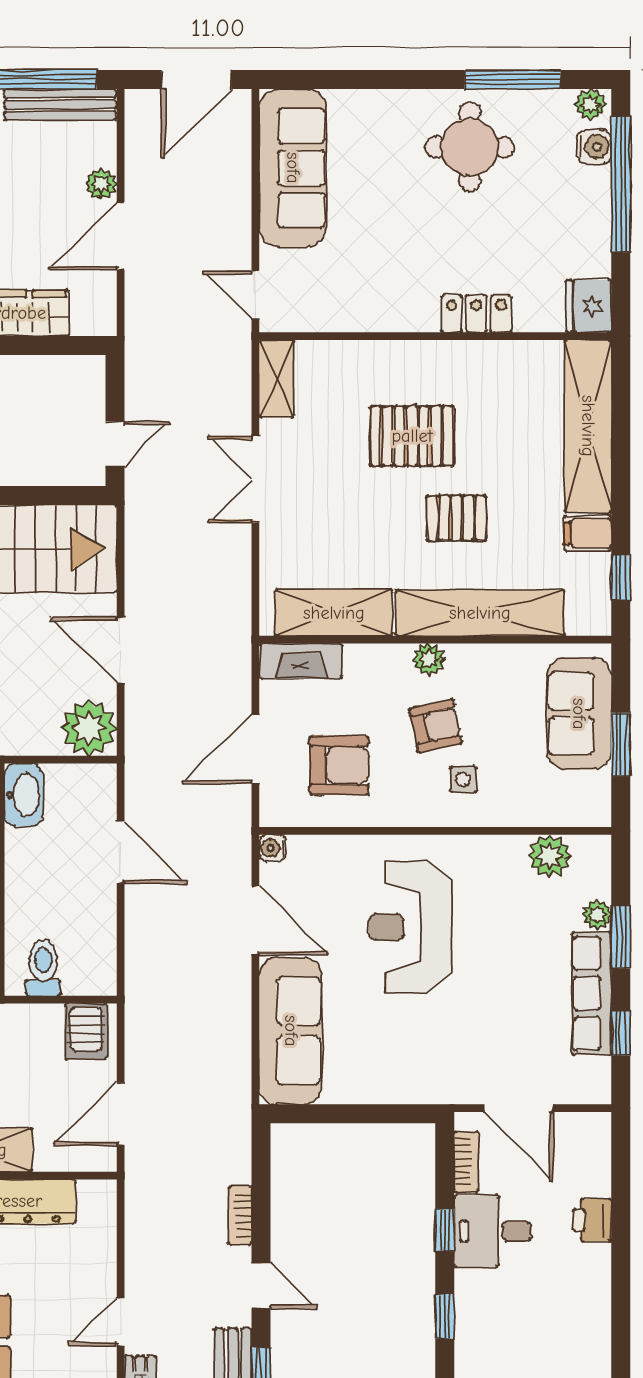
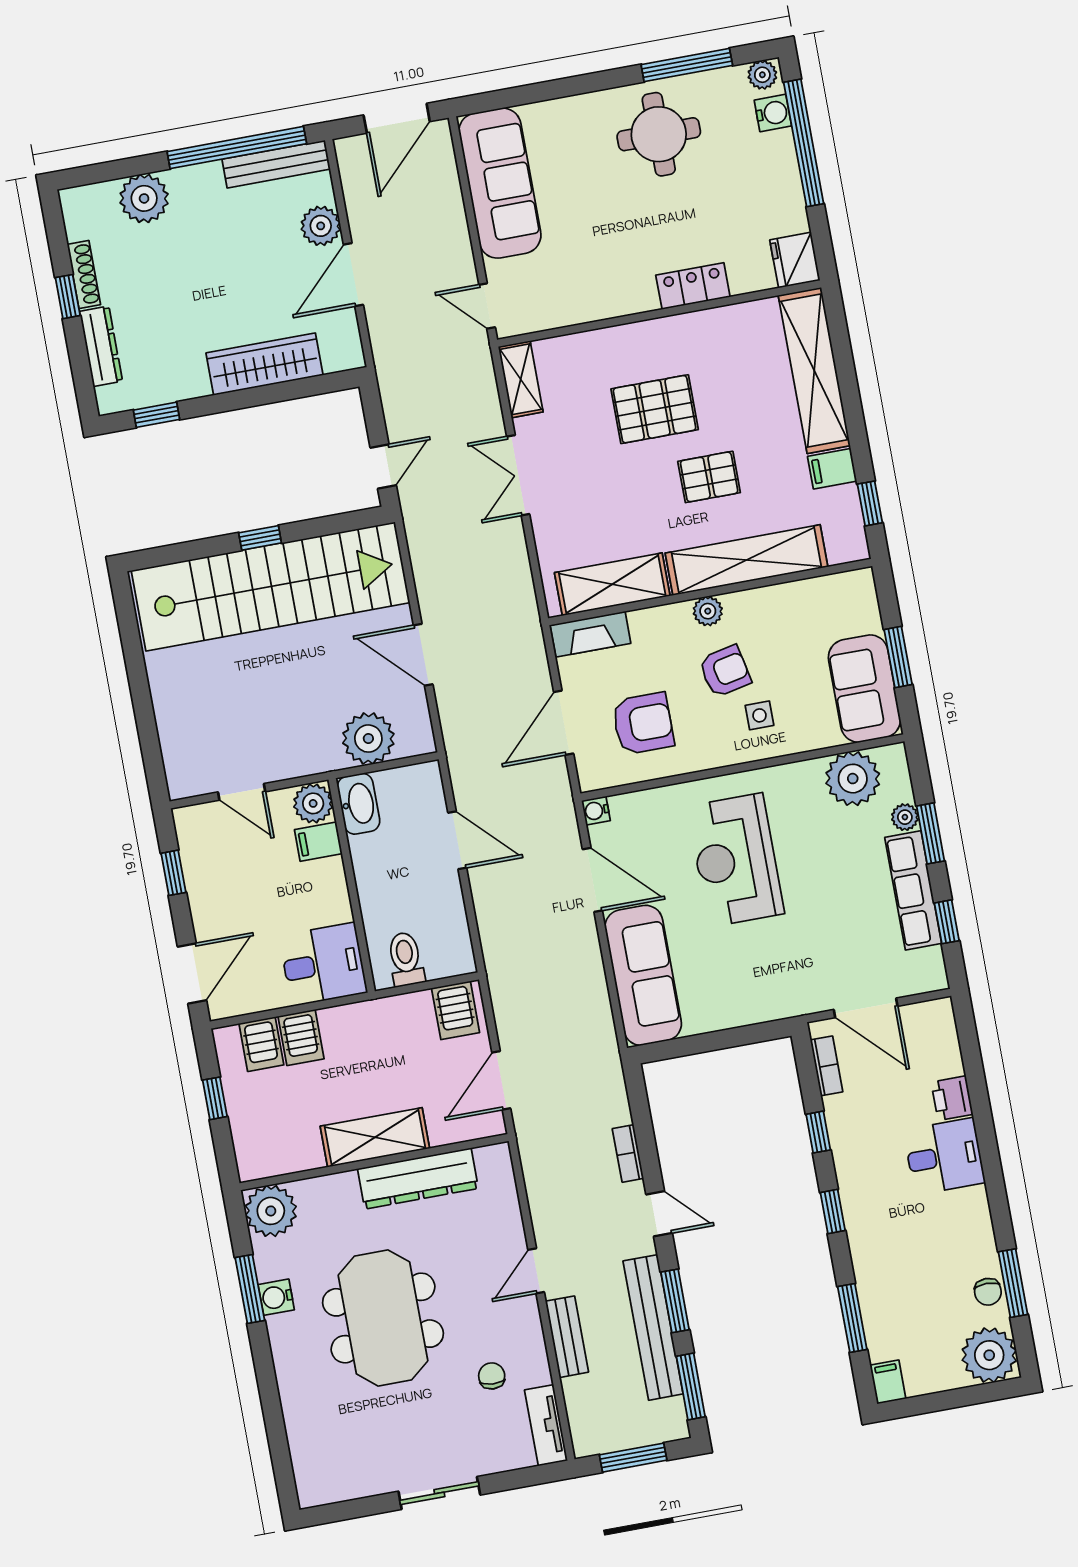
plant: (101, 184) -> (321, 226), width x1.38, depth x1.38
sofa: (579, 714) -> (864, 689), moved
plant: (89, 728) -> (368, 739), moved
plant: (549, 856) -> (853, 779), width x1.36, depth x1.36
desk: (493, 1231) -> (944, 1156), moved, turned 180

